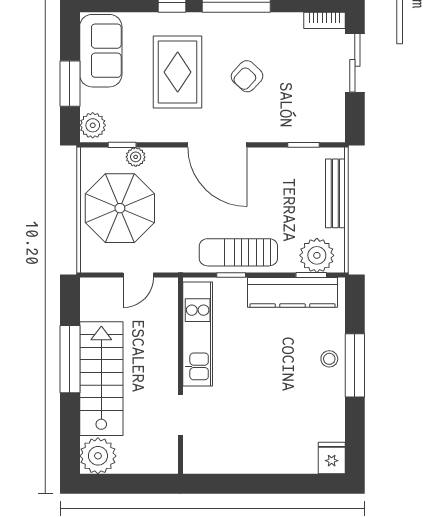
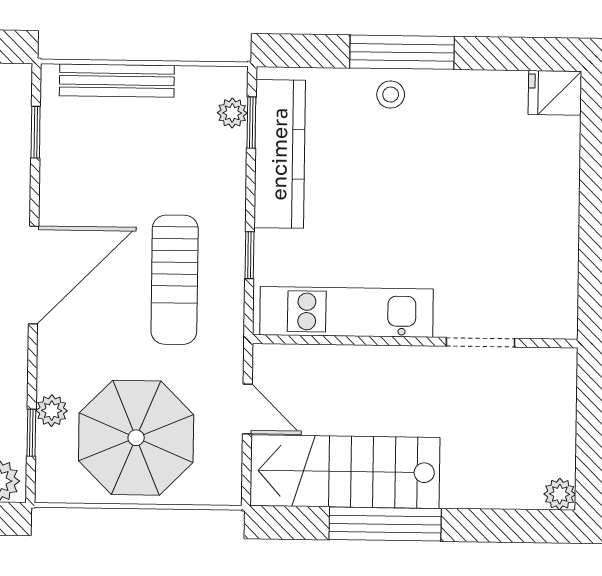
sun lounger: (238, 252) -> (175, 280), moved
plant: (317, 255) -> (232, 113), width x0.53, depth x0.53
stairs: (101, 379) -> (345, 472), moved
plant: (98, 456) -> (560, 494), width x0.53, depth x0.53

